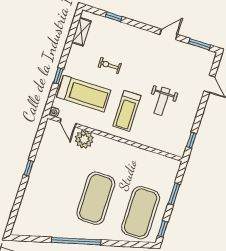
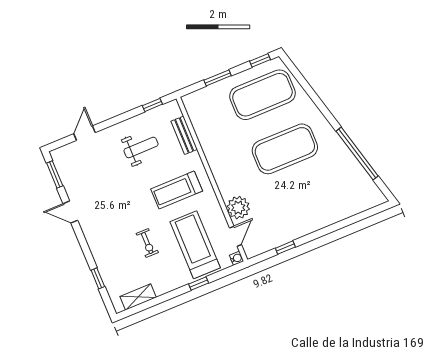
weight bench: (162, 101) -> (141, 147), moved
treadmill: (127, 111) -> (177, 190), turned 180
bench: (156, 144) -> (184, 135), added
window: (29, 168) -> (285, 248), moved
window: (76, 241) -> (357, 154), moved

